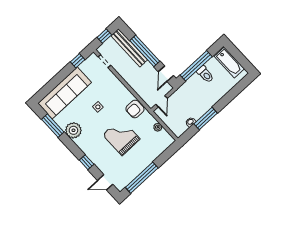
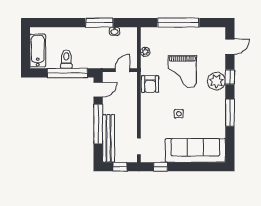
armchair: (135, 109) -> (150, 84), turned 90
window: (53, 126) -> (230, 113), moved
plant: (73, 130) -> (216, 81), moved
window: (142, 178) -> (178, 23), moved
door: (105, 182) -> (230, 47), hinge flipped

